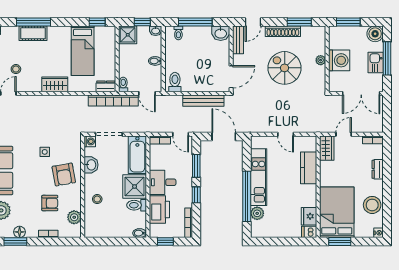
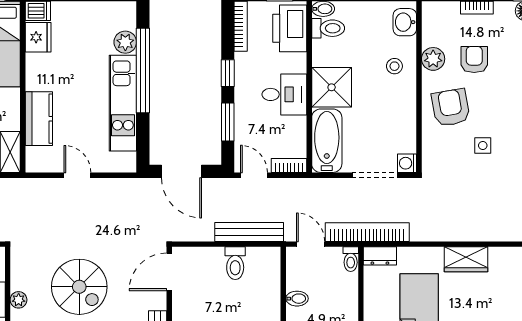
toilet: (175, 82) -> (235, 263), moved
bench: (203, 101) -> (249, 232), moved
washbasin: (91, 165) -> (405, 22), moved
armchair: (50, 203) -> (474, 60), turned 90
toilet: (137, 205) -> (328, 28), moved
printer: (159, 210) -> (290, 28), moved
plant: (74, 217) -> (433, 59), moved

